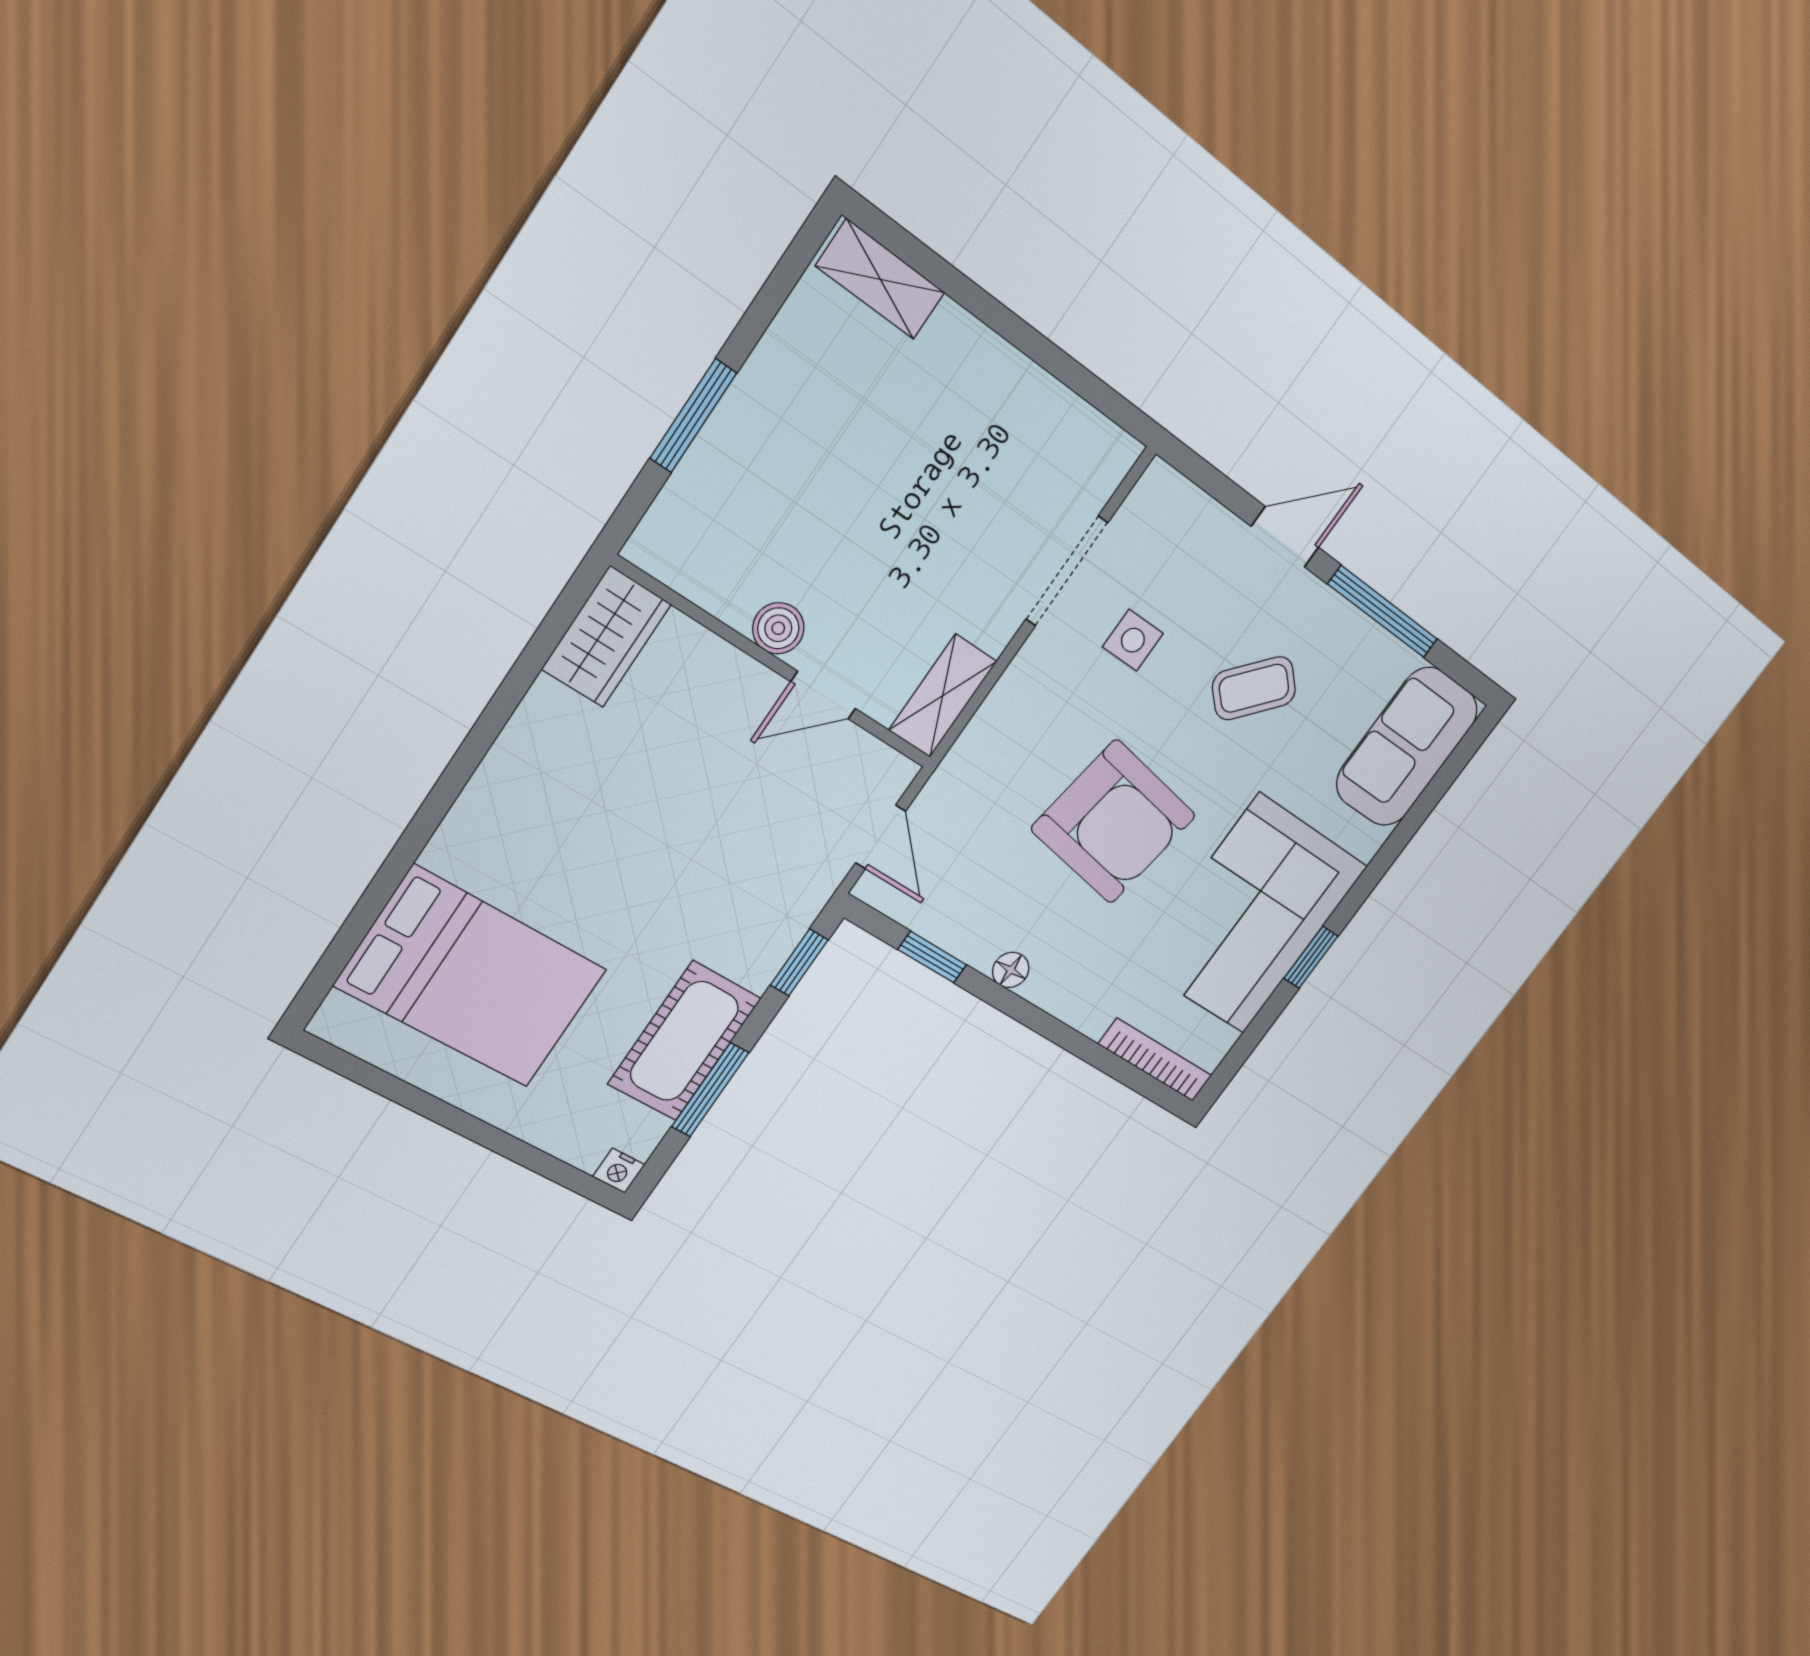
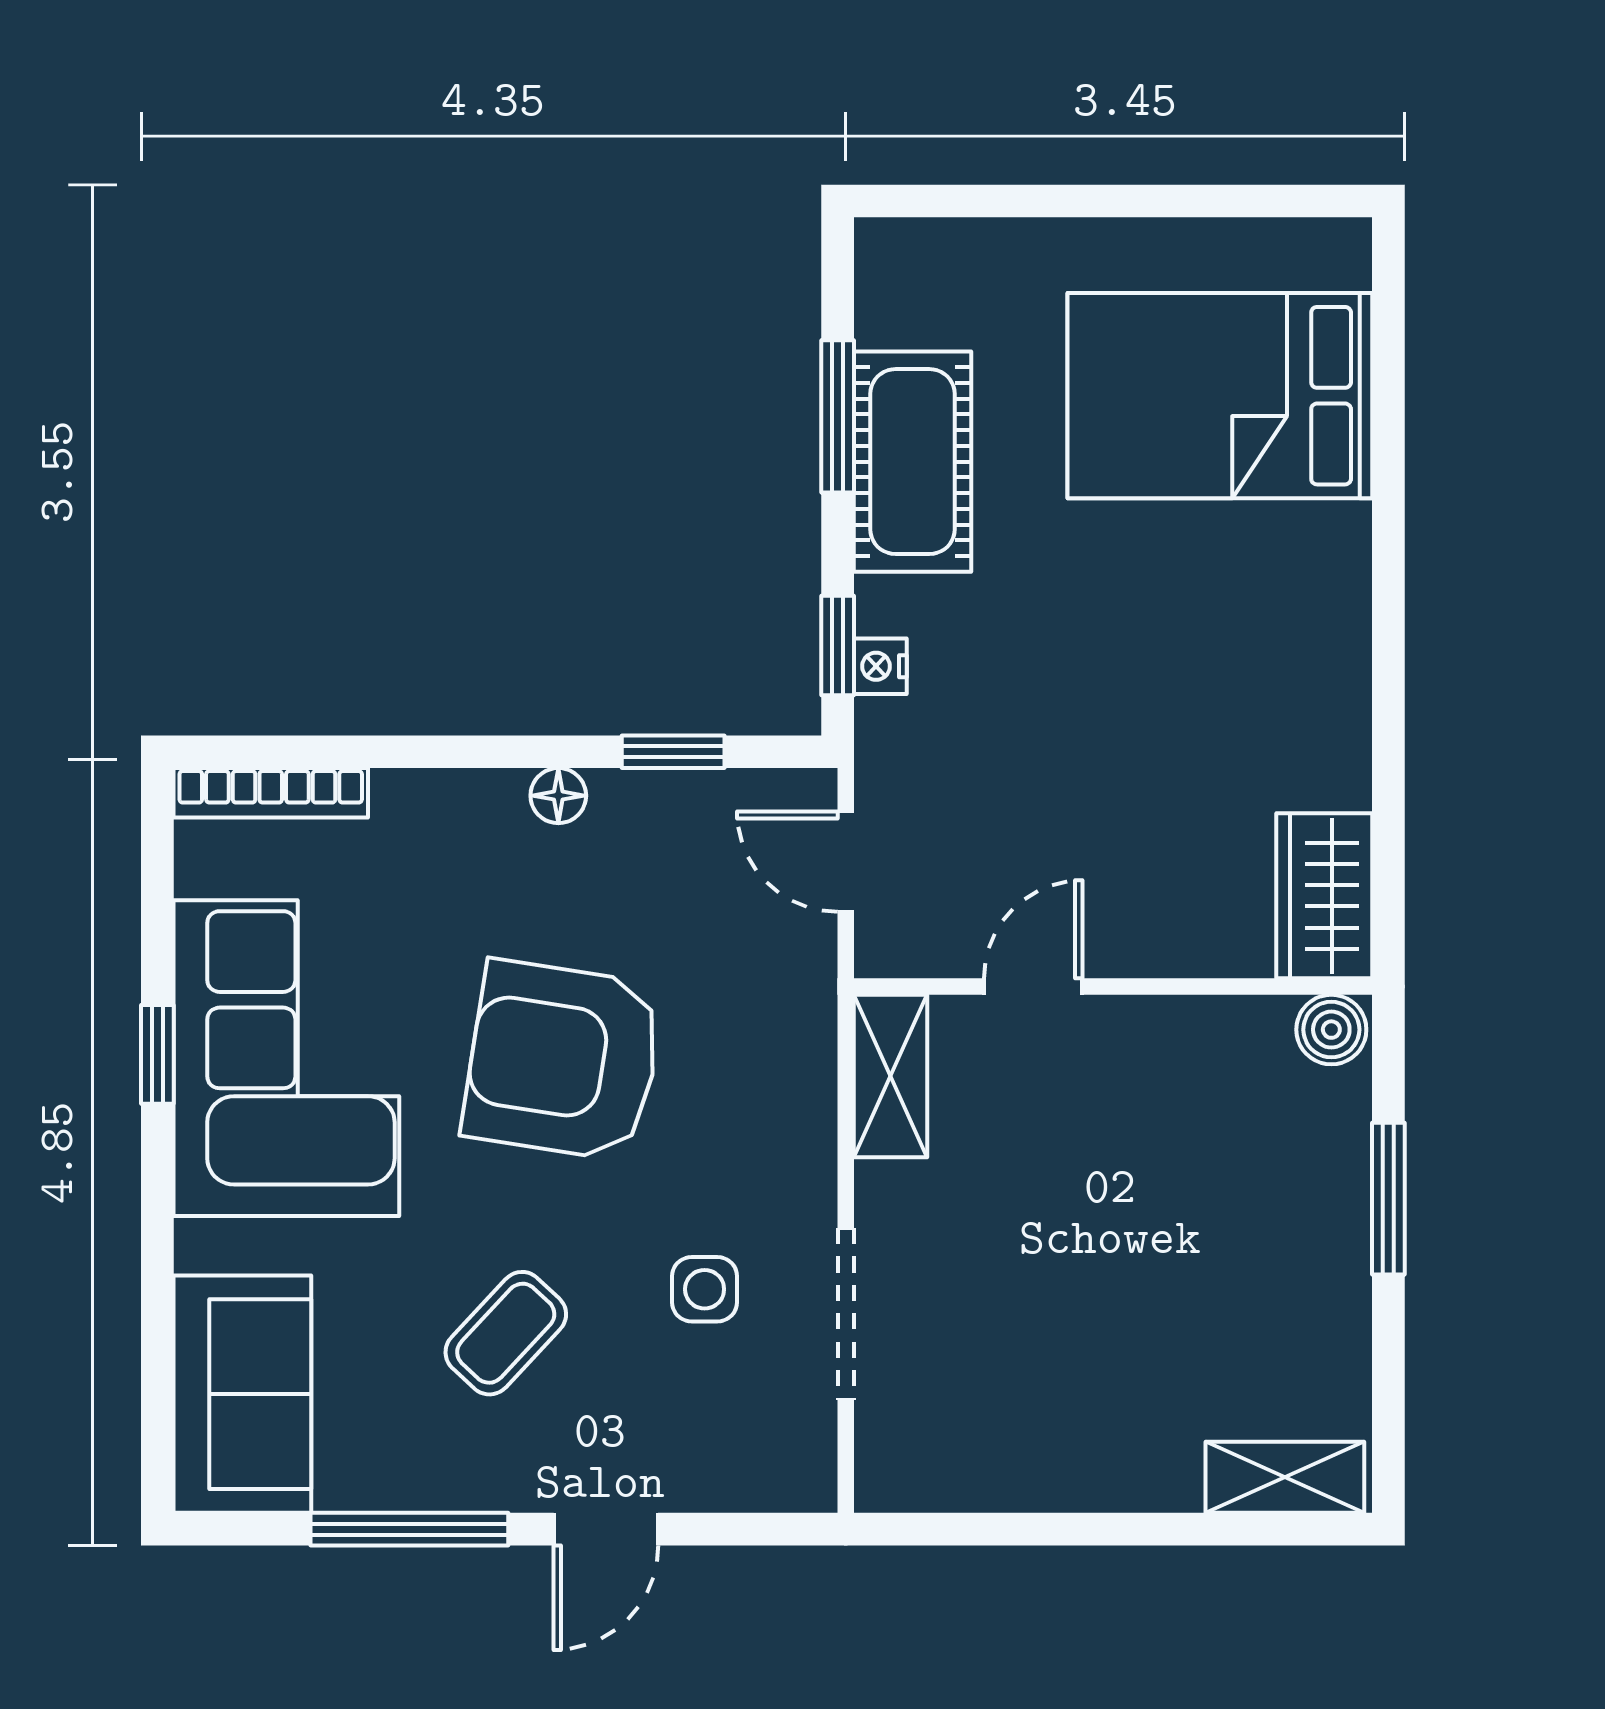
boiler: (778, 628) -> (1331, 1030), moved
nightstand: (619, 1171) -> (880, 666), moved, turned -90

